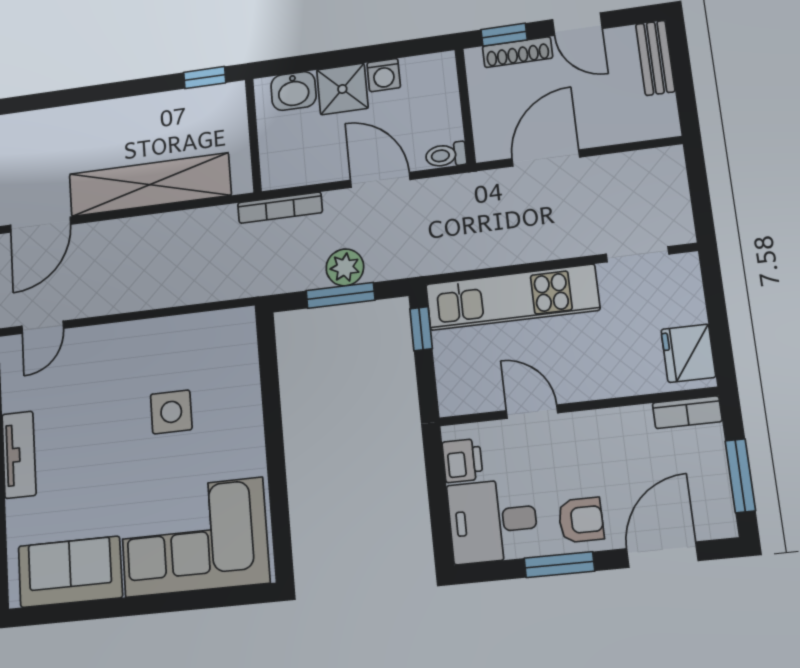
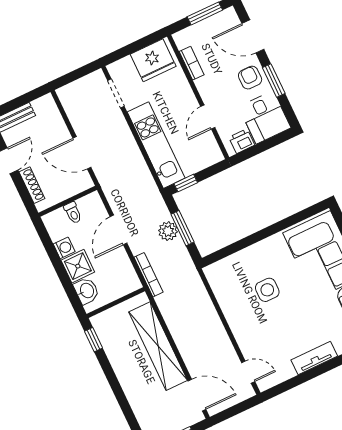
window: (504, 35) -> (25, 195), removed
toilet: (446, 155) -> (73, 213), moved
fridge: (688, 353) -> (153, 60), width x1.36, depth x1.34
bookcase: (687, 412) -> (192, 63), moved

